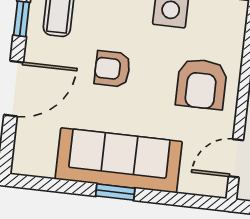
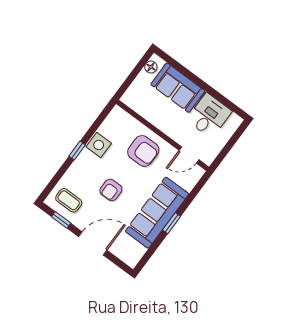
door: (14, 89) -> (93, 243), hinge flipped
door: (236, 158) -> (189, 155), hinge flipped

